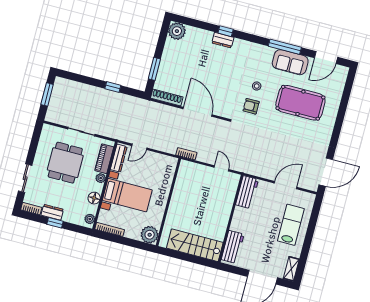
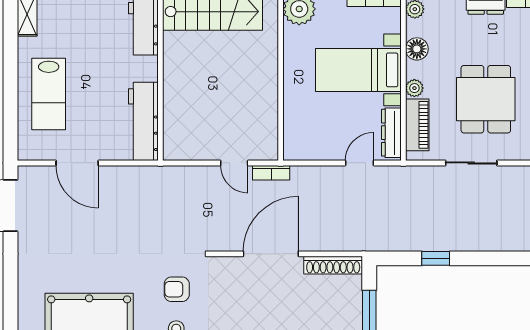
armchair: (251, 106) -> (177, 289), turned 180
door: (198, 112) -> (271, 254), swing flipped
door: (222, 168) -> (234, 163), moved
door: (286, 185) -> (77, 163), hinge flipped
workbench: (247, 192) -> (143, 121), width x1.38

